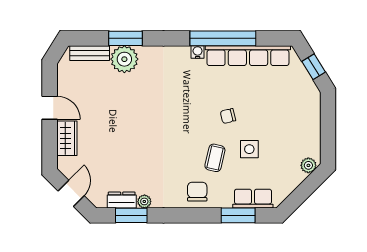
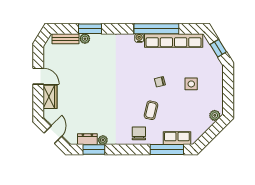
plant: (124, 59) -> (85, 39), width x0.53, depth x0.53
side table: (249, 149) -> (191, 84), moved
window: (238, 215) -> (167, 150), width x1.44

